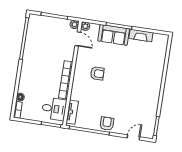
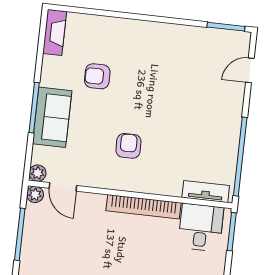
fireplace: (141, 35) -> (55, 32), moved
door: (78, 39) -> (63, 187), swing flipped
armchair: (107, 124) -> (97, 76), moved
door: (133, 137) -> (250, 70), hinge flipped

